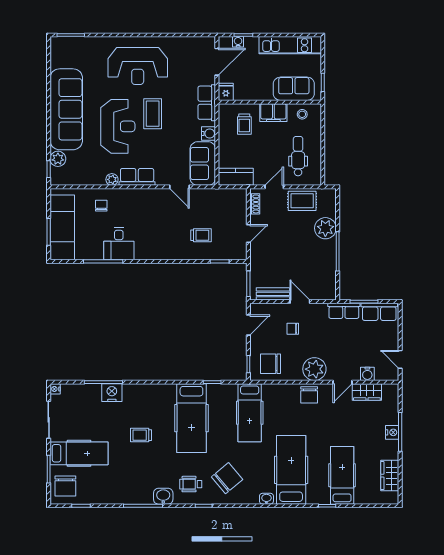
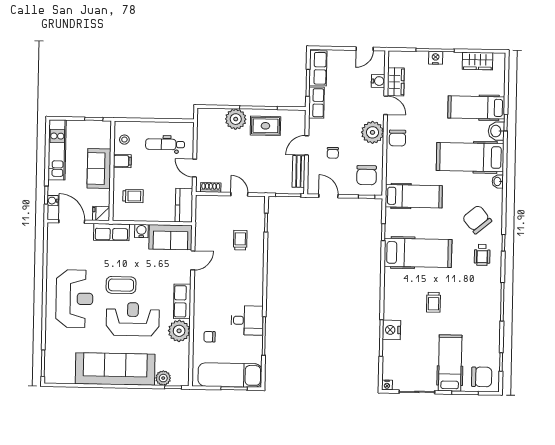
sofa: (294, 89) -> (99, 169), moved
filing cabinet: (273, 113) -> (122, 161), width x0.50
plant: (112, 179) -> (179, 331), width x1.87, depth x1.87
rug: (302, 201) -> (265, 126), moved, turned 90
chair: (309, 395) -> (397, 138), turned 90
washbasin: (163, 496) -> (496, 131), moved

